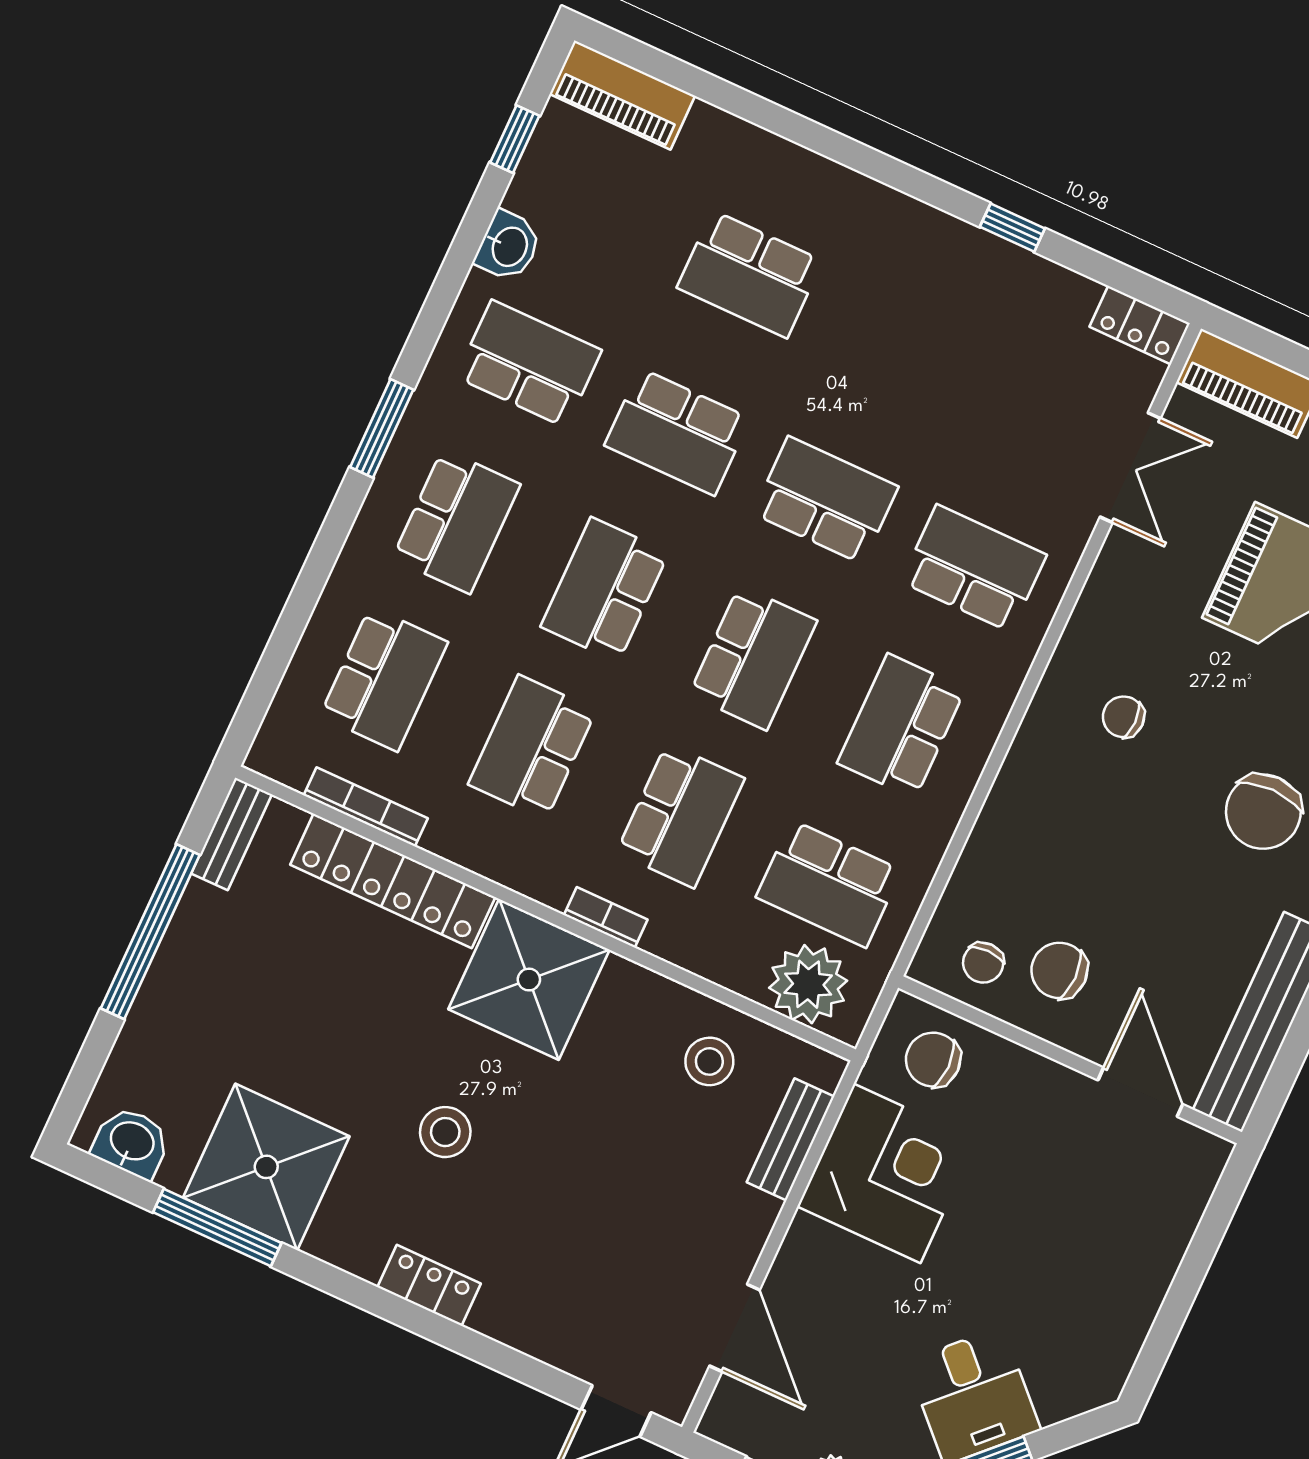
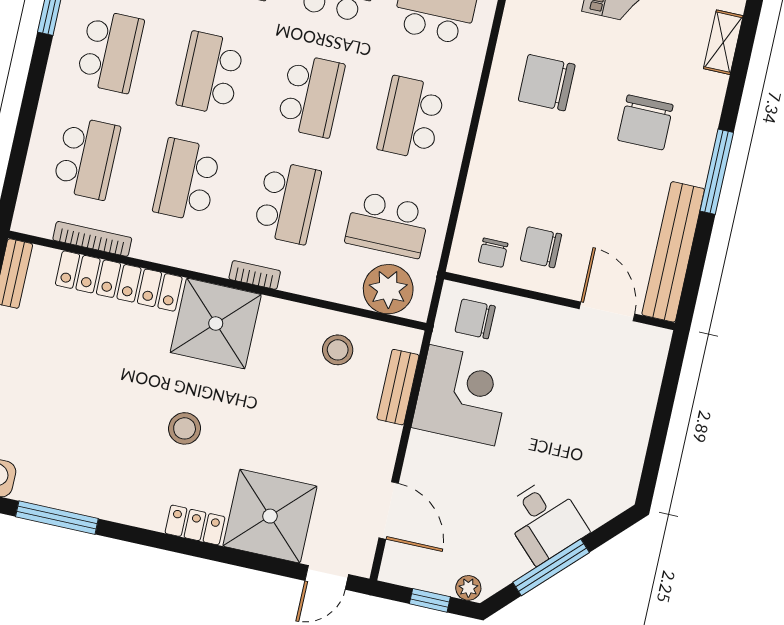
chair: (1124, 717) -> (547, 83), width x1.87, depth x1.87
shower: (266, 1167) -> (270, 516), moved

